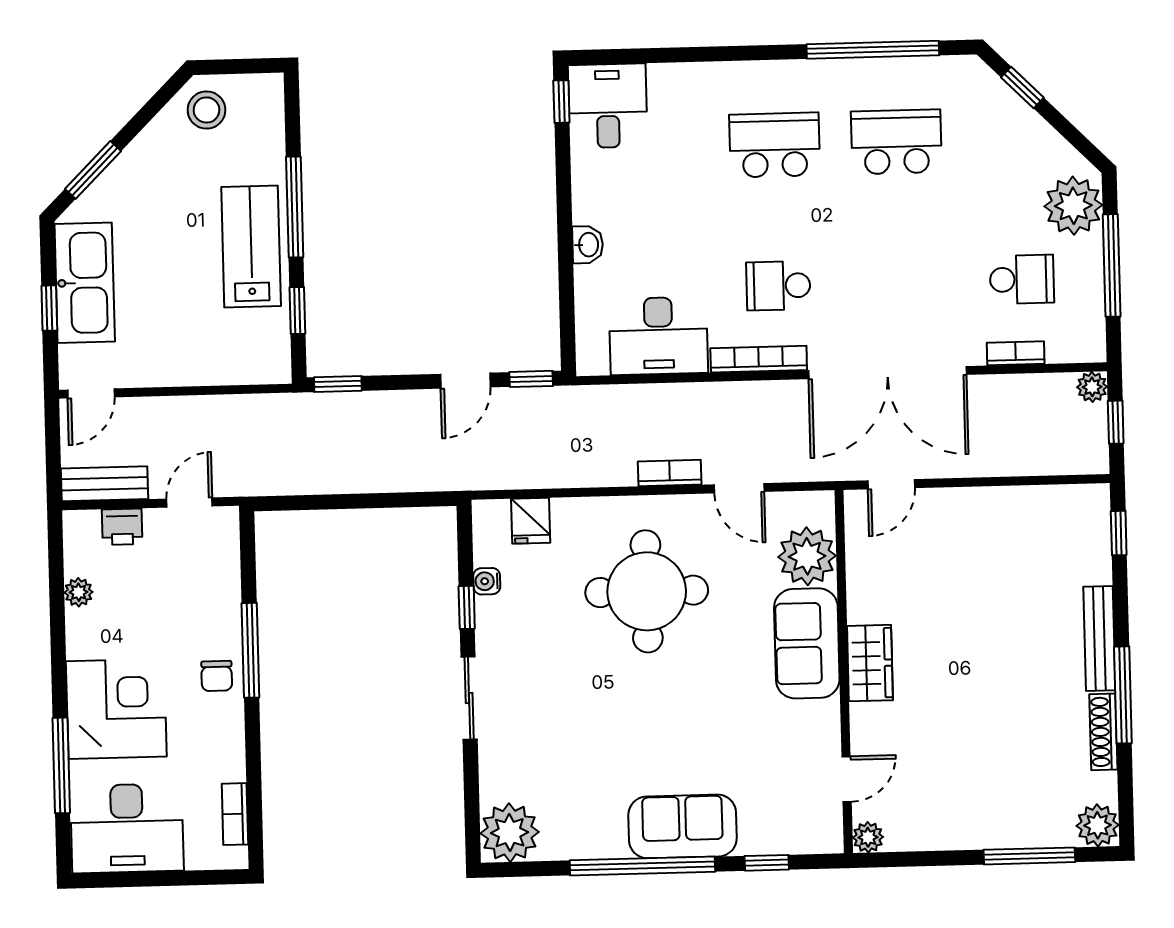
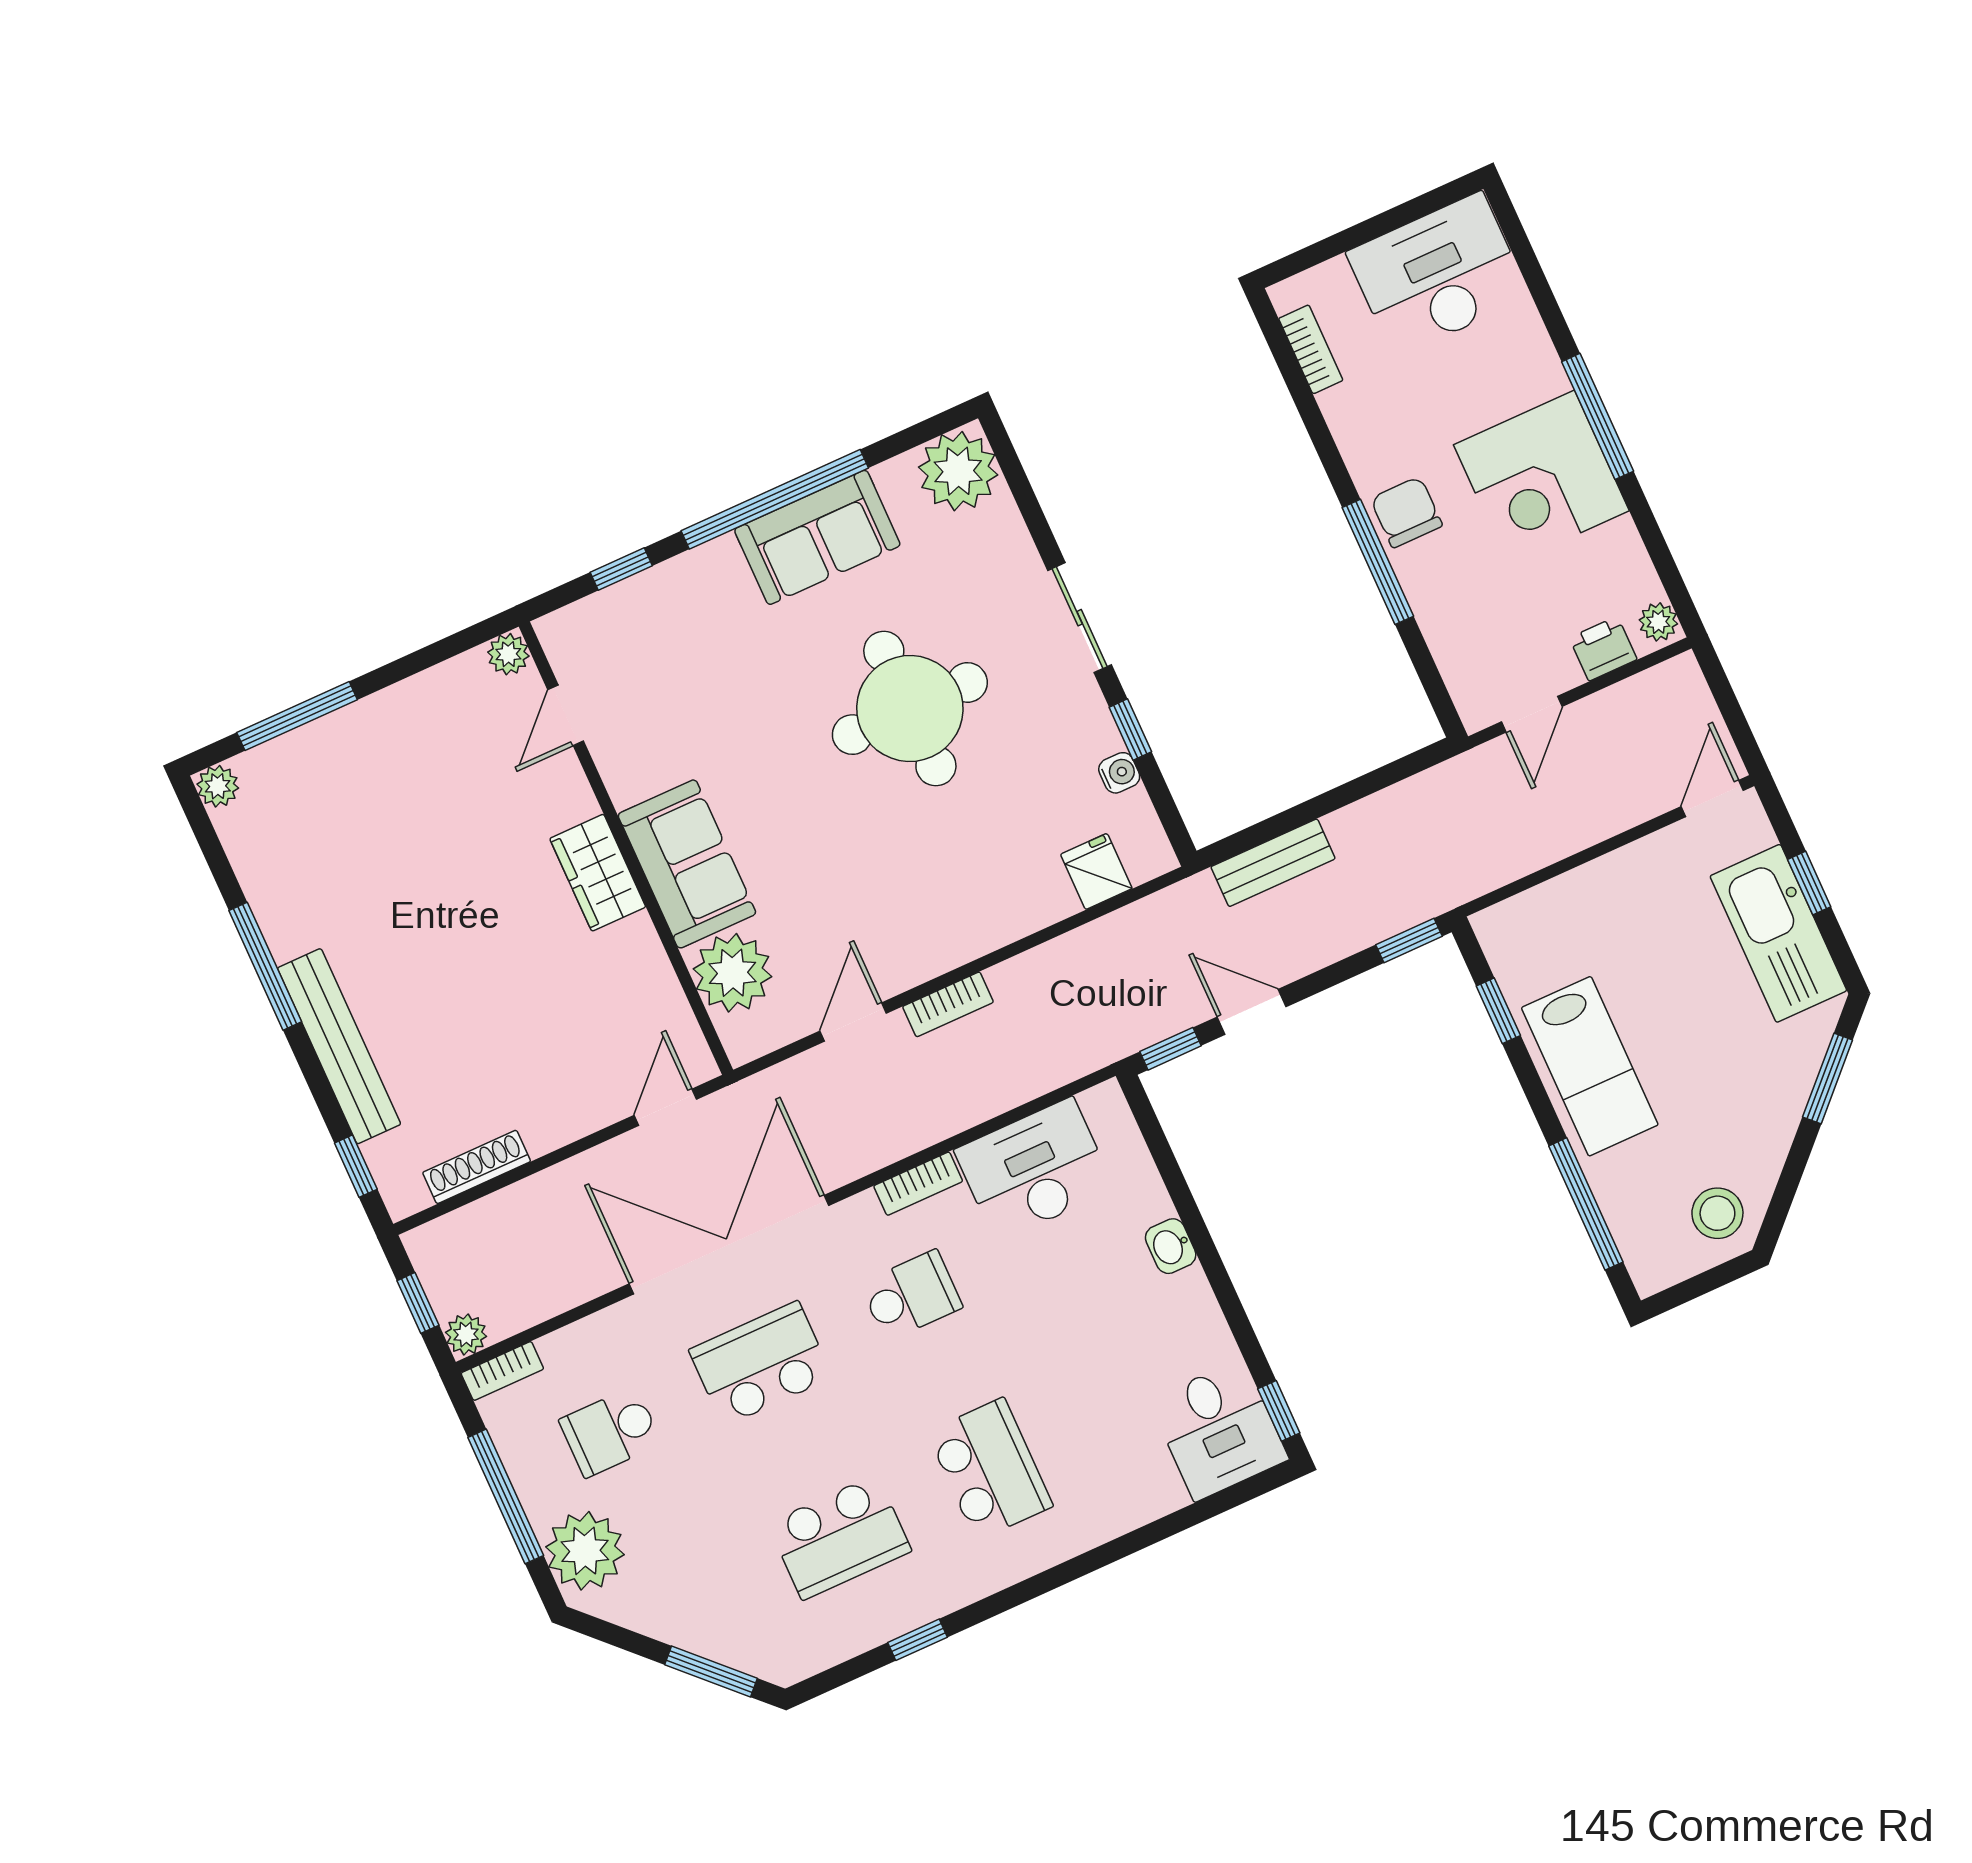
window: (873, 50) -> (917, 1640), width x0.32
window: (1022, 87) -> (711, 1671), width x1.50
school desk: (775, 145) -> (990, 1469), turned -90
window: (295, 207) -> (1586, 1204), moved
school desk: (900, 283) -> (761, 1364), added
bookcase: (1016, 353) -> (502, 1371), moved
bookcase: (759, 359) -> (918, 1184), width x0.64
door: (465, 381) -> (1252, 1012), hinge flipped
bench: (104, 484) -> (1273, 863), moved
door: (739, 488) -> (853, 1022), hinge flipped
round table: (647, 591) -> (910, 709), moved
plant: (79, 592) -> (1658, 622), moved
bench: (1099, 638) -> (339, 1046), width x1.37, depth x1.21
chair: (217, 676) -> (1406, 512), width x1.37, depth x1.37
corner desk: (116, 709) -> (1541, 478), moved
shoe rack: (1103, 732) -> (477, 1167), moved, turned -90
window: (61, 765) -> (1598, 416), moved
plant: (1098, 825) -> (218, 786), width x0.73, depth x0.73
sofa: (683, 826) -> (817, 537), moved

